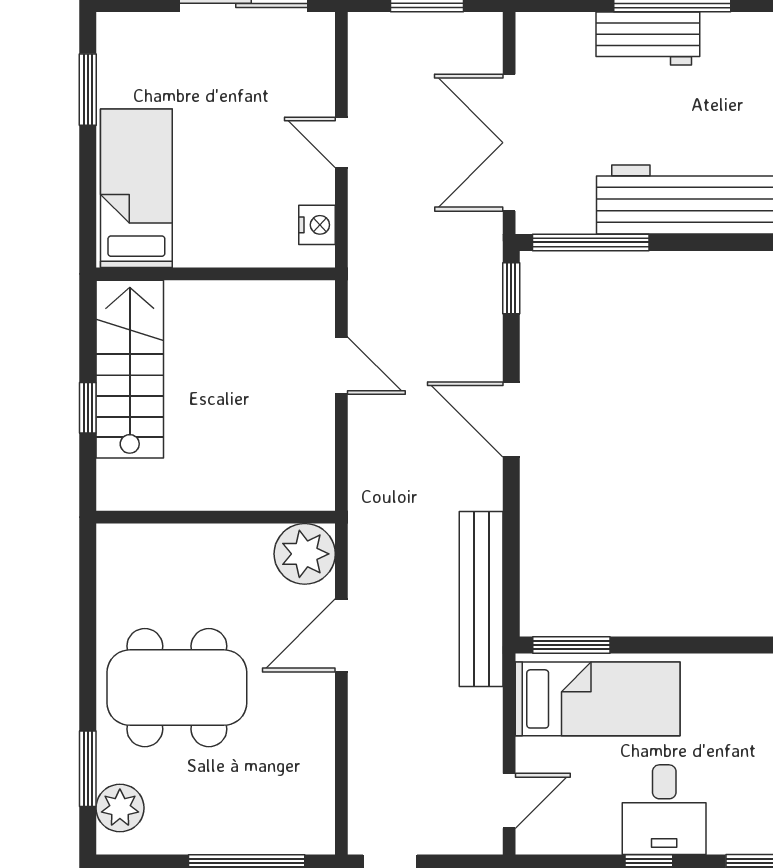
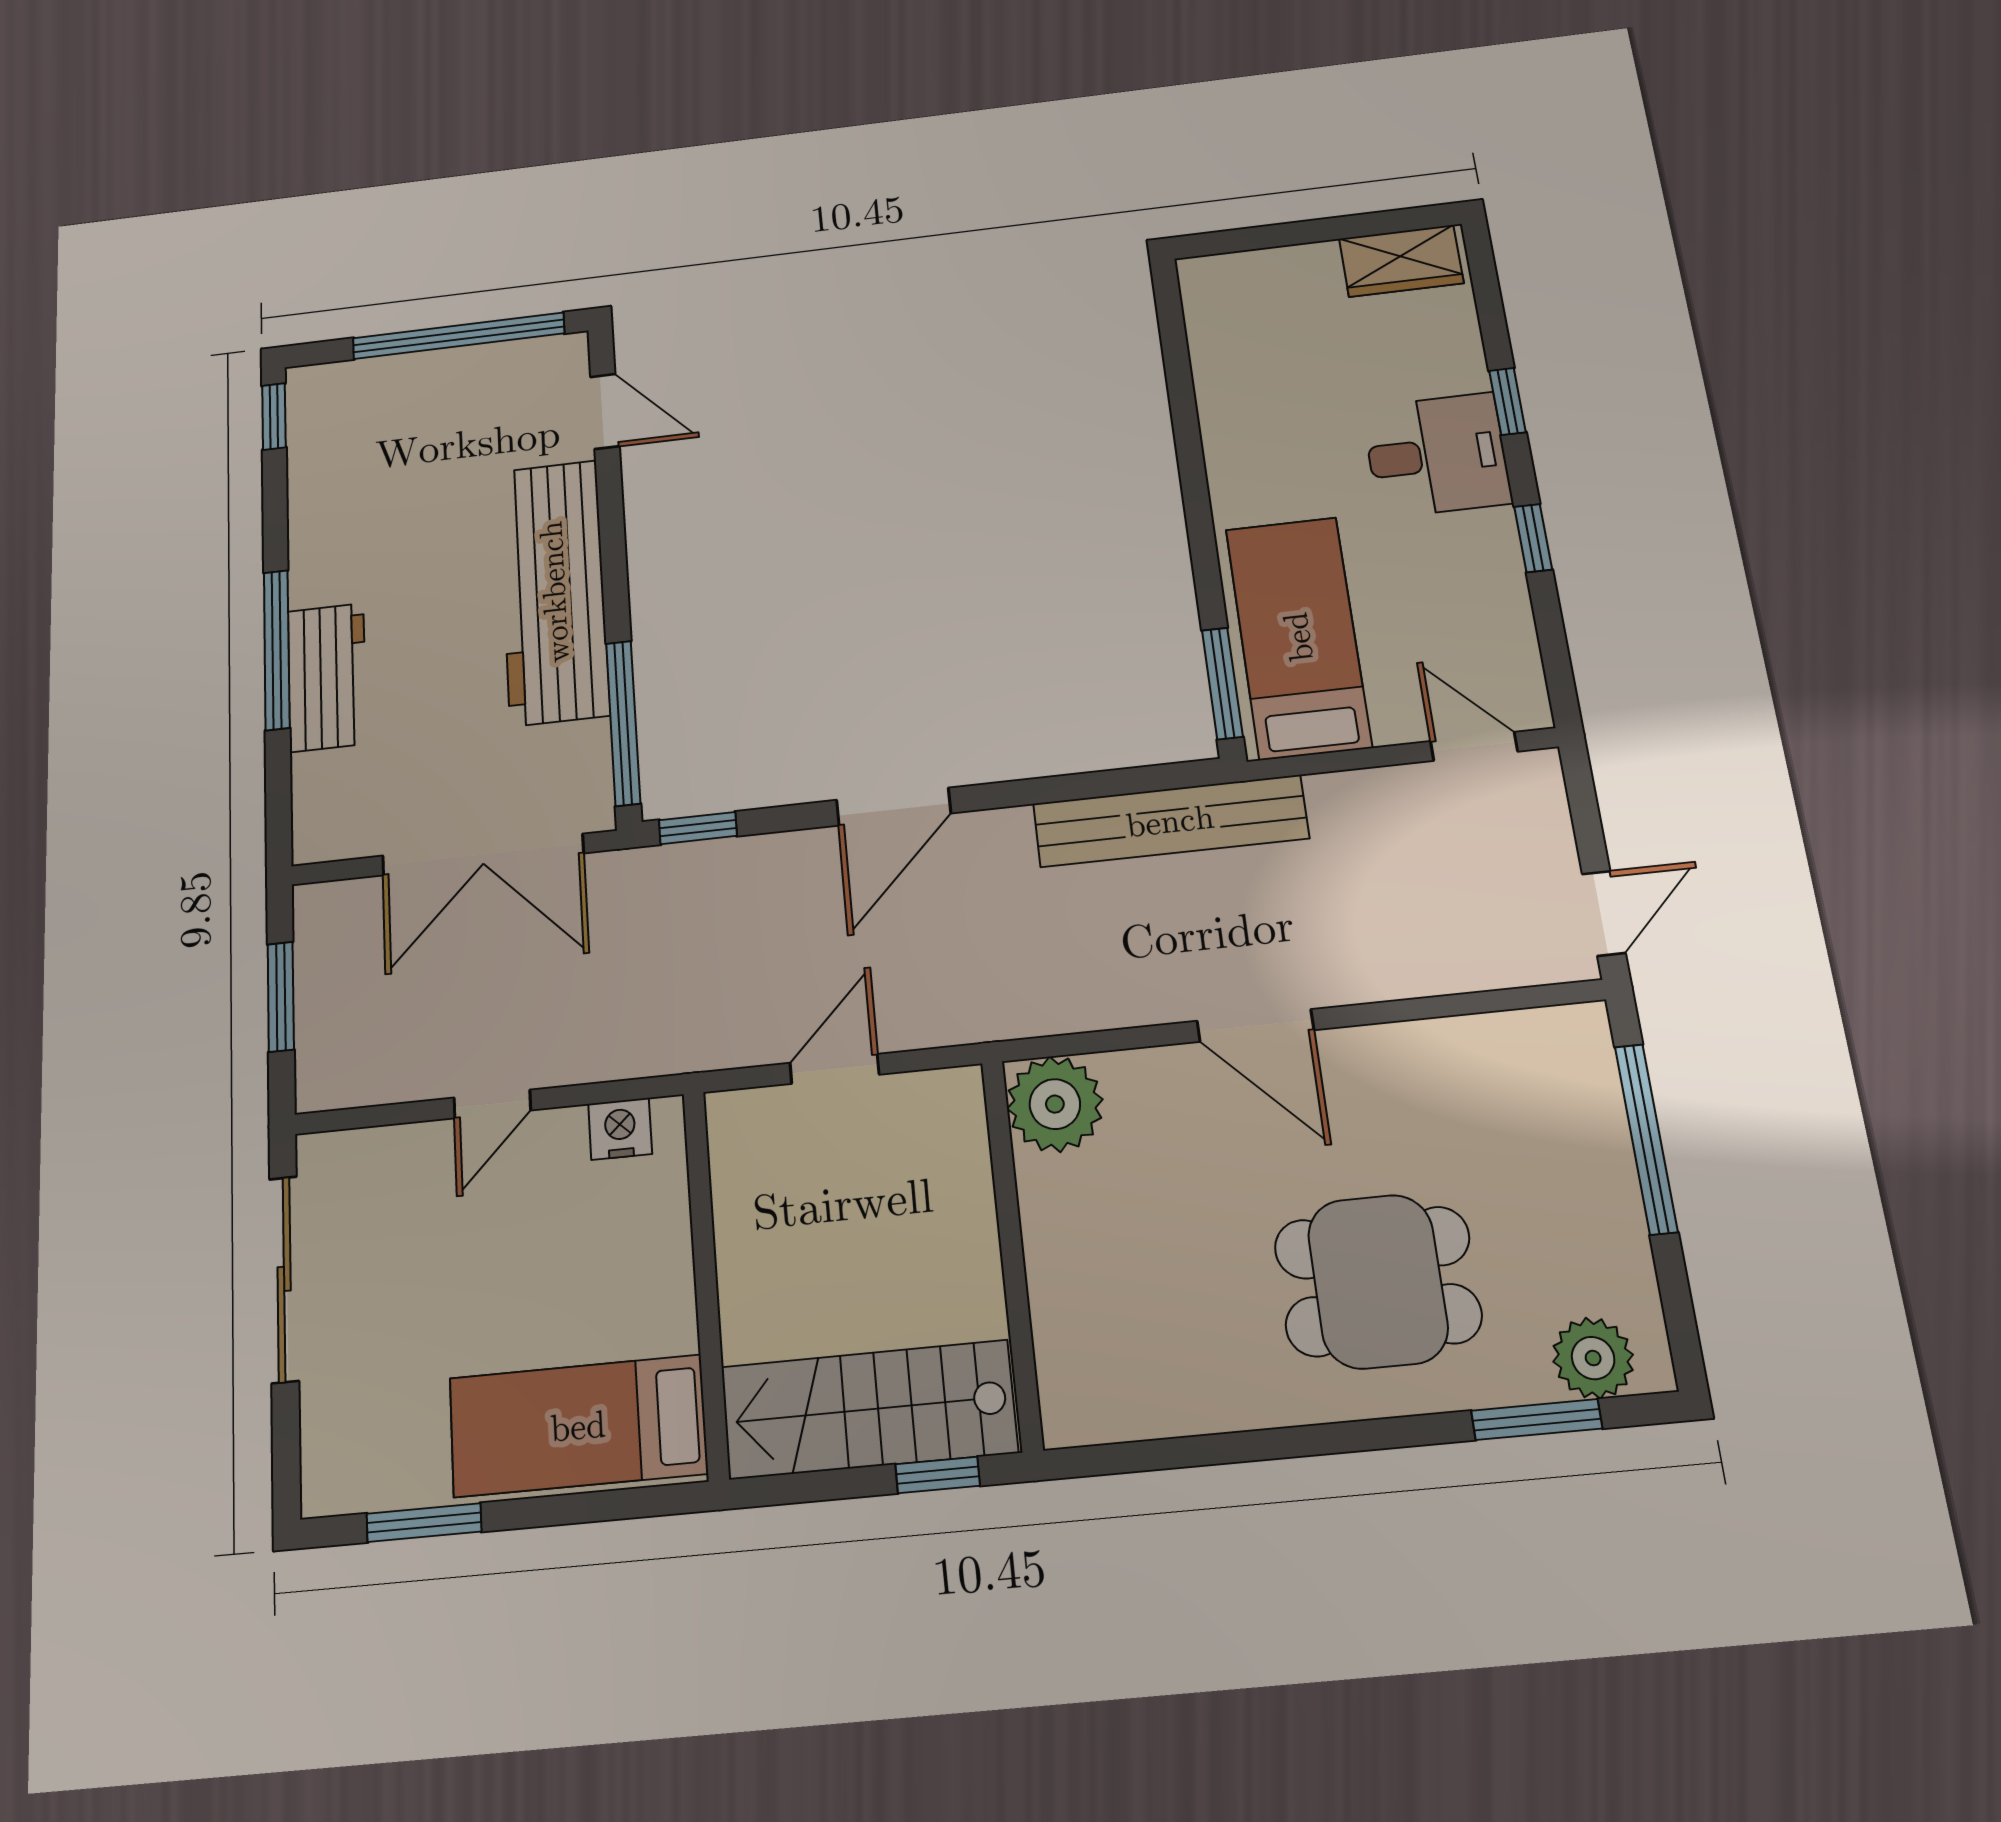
wall: (216, 517) -> (1012, 1252), moved
plant: (305, 554) -> (1055, 1104), moved
dining table: (177, 688) -> (1378, 1281), width x0.73
desk: (664, 810) -> (1437, 455), moved

